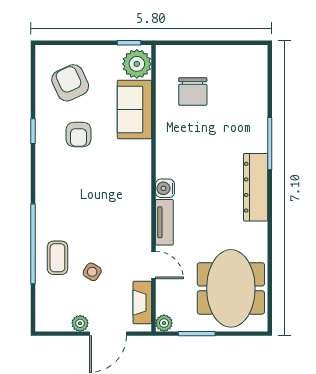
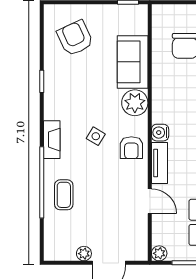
plant: (137, 64) -> (135, 103), moved
armchair: (79, 134) -> (131, 148), moved
side table: (92, 272) -> (96, 136), moved
fireplace: (142, 303) -> (52, 140), moved, turned 180

